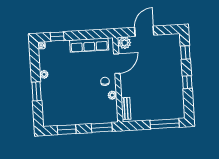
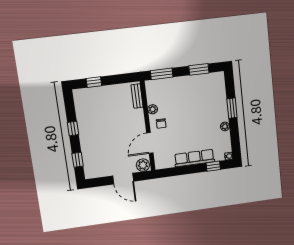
door: (144, 31) -> (123, 179), hinge flipped
row of seats: (89, 45) -> (194, 158), moved
window: (165, 124) -> (94, 82), width x0.46

